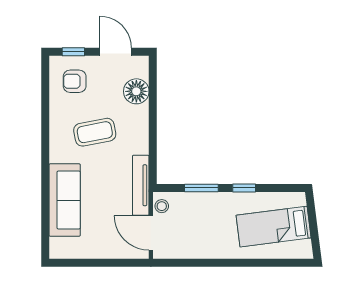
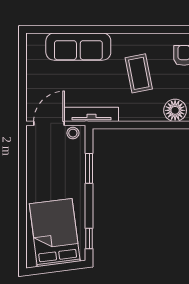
window: (244, 188) -> (89, 239), moved
bed: (274, 227) -> (55, 233), width x1.50

